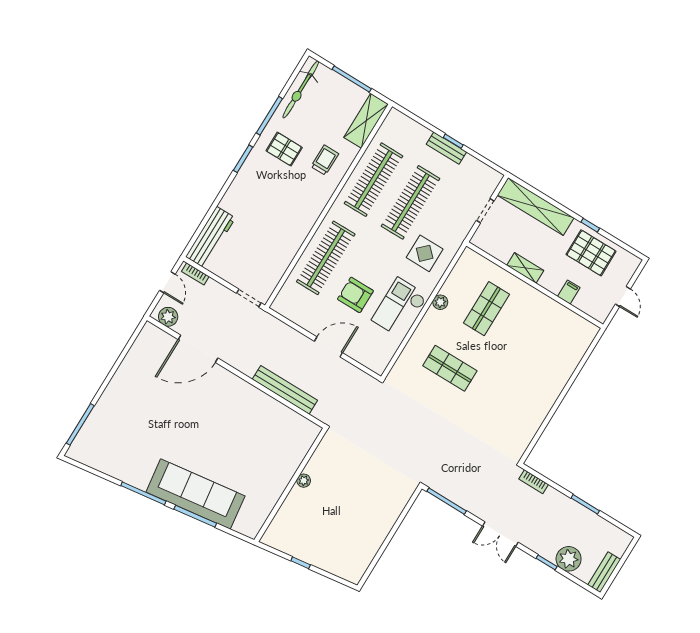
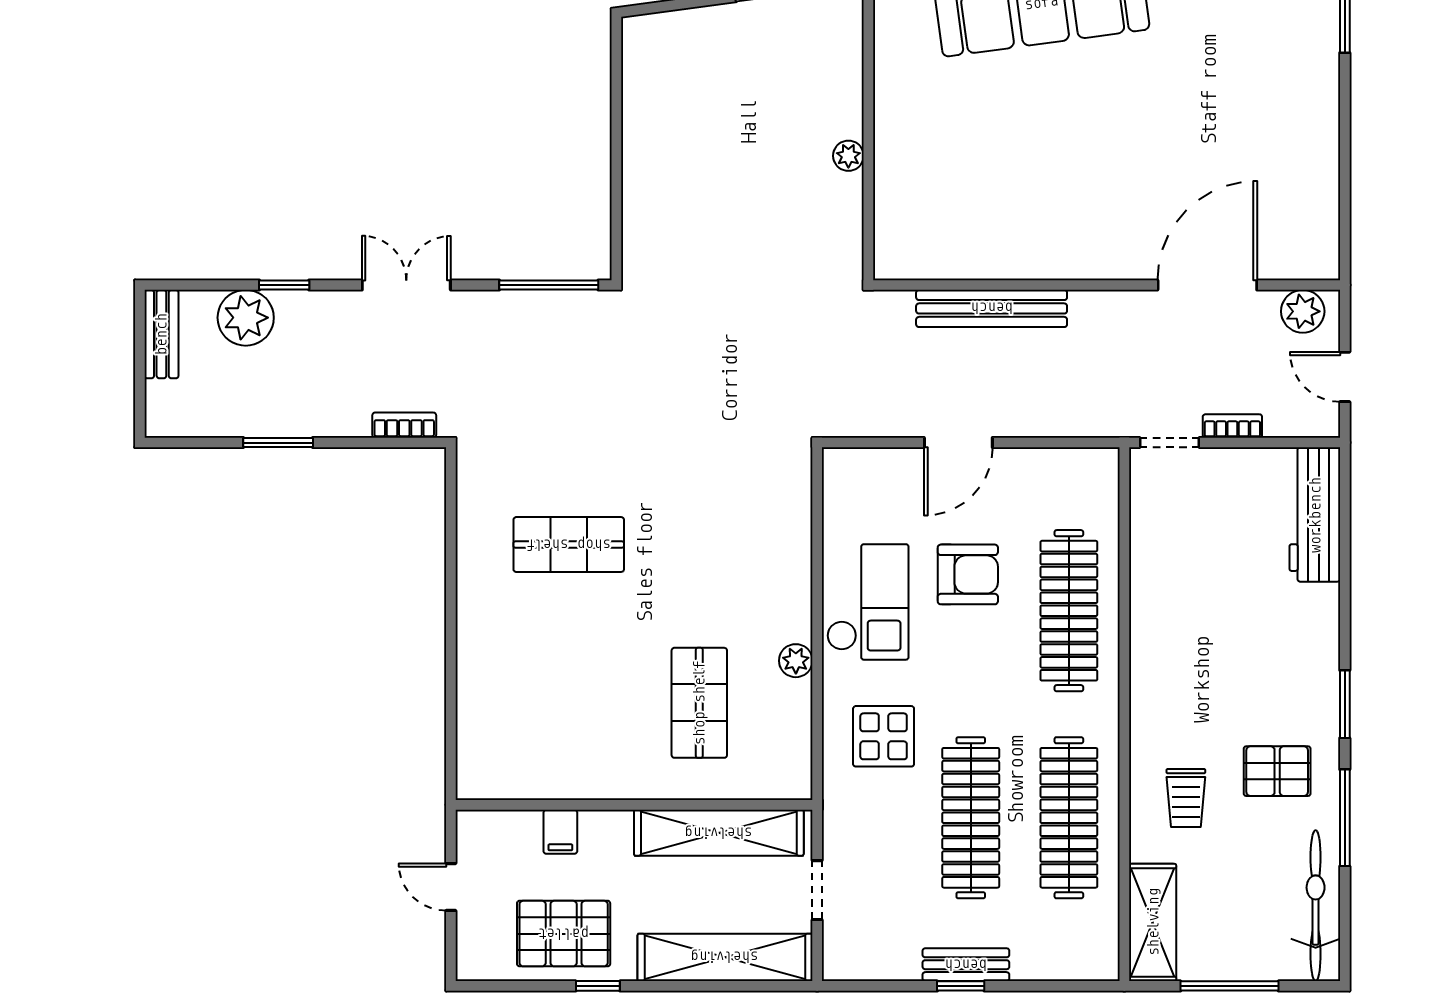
shelving: (525, 268) -> (719, 833), width x2.20, depth x1.33
bookcase: (195, 274) -> (1232, 426), moved
shop shelf: (450, 368) -> (569, 545), moved

